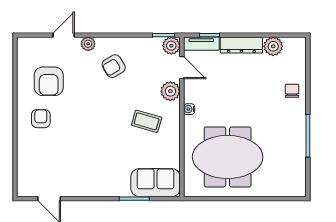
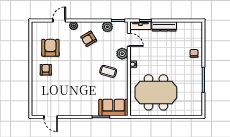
plant: (171, 46) -> (107, 27), moved
plant: (273, 46) -> (183, 27), removed
armchair: (49, 81) -> (50, 48), turned 180

